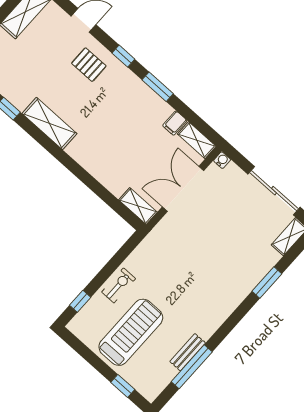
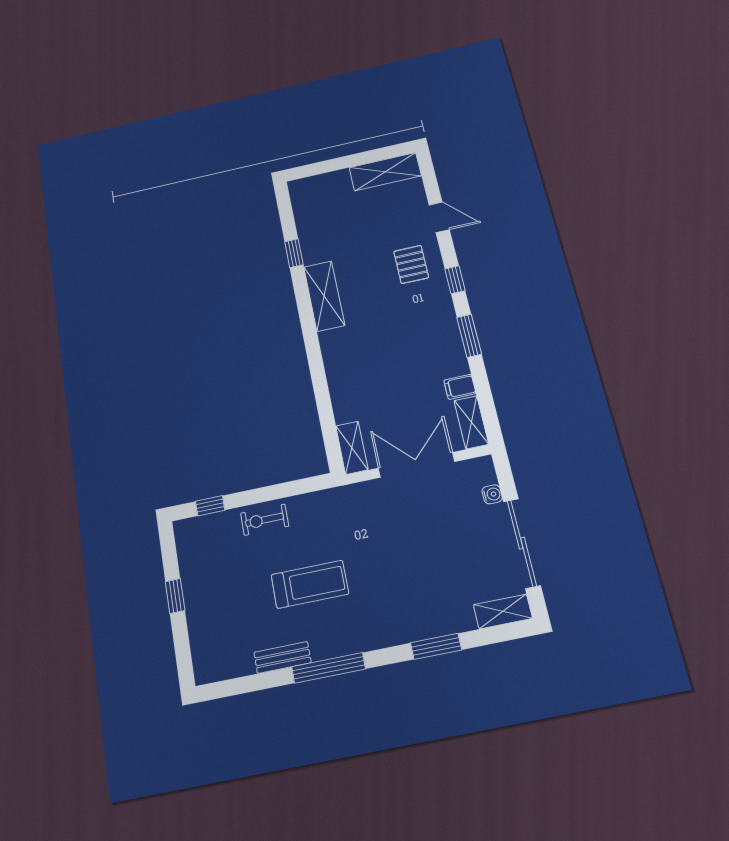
water cooler: (222, 160) -> (492, 494), moved
exercise bike: (119, 285) -> (265, 520), turned 180
treadmill: (131, 332) -> (310, 584), moved, width x0.73, depth x0.73
window: (192, 367) -> (328, 668), moved
window: (123, 386) -> (175, 596), moved

